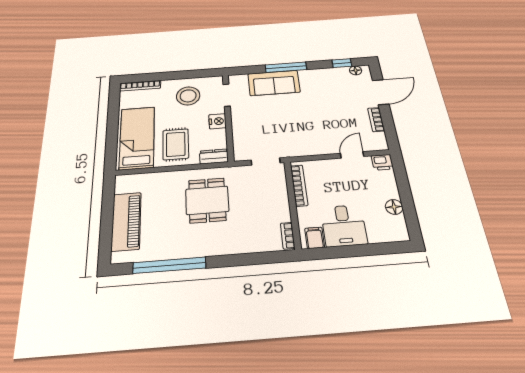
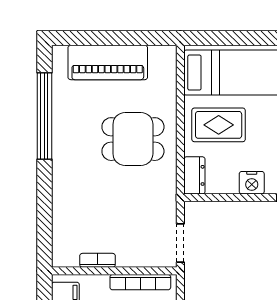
dining table: (207, 200) -> (133, 139), moved
bookcase: (288, 236) -> (97, 260), moved

